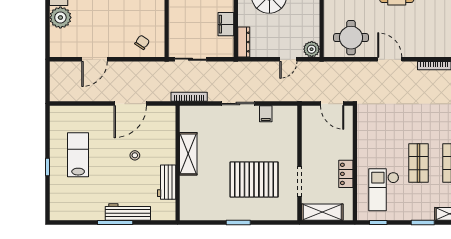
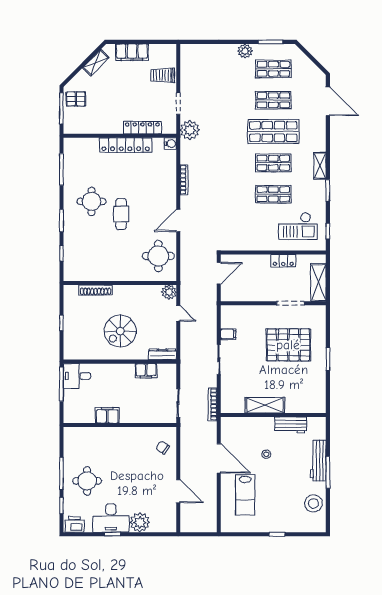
lab bench: (78, 155) -> (245, 495), moved, turned -90
pallet: (254, 179) -> (288, 345), turned 90
stool: (81, 207) -> (313, 503), added

